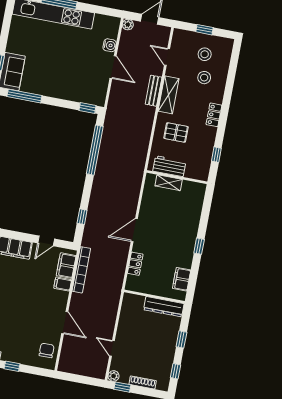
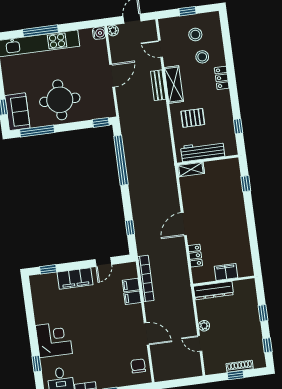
water cooler: (110, 45) -> (99, 33), moved
door: (113, 67) -> (112, 76), hinge flipped
round table: (56, 74) -> (60, 100), added
locker: (214, 115) -> (222, 78), moved
workbench: (169, 166) -> (203, 151), width x1.37
shelving: (169, 183) -> (191, 169), moved
window: (199, 246) -> (246, 184), moved
filing cabinet: (66, 266) -> (131, 285), width x0.50
filing cabinet: (182, 279) -> (226, 272), moved, turned 90
dresser: (164, 307) -> (214, 291), moved
plant: (114, 376) -> (204, 326), moved
window: (122, 387) -> (236, 375), moved

